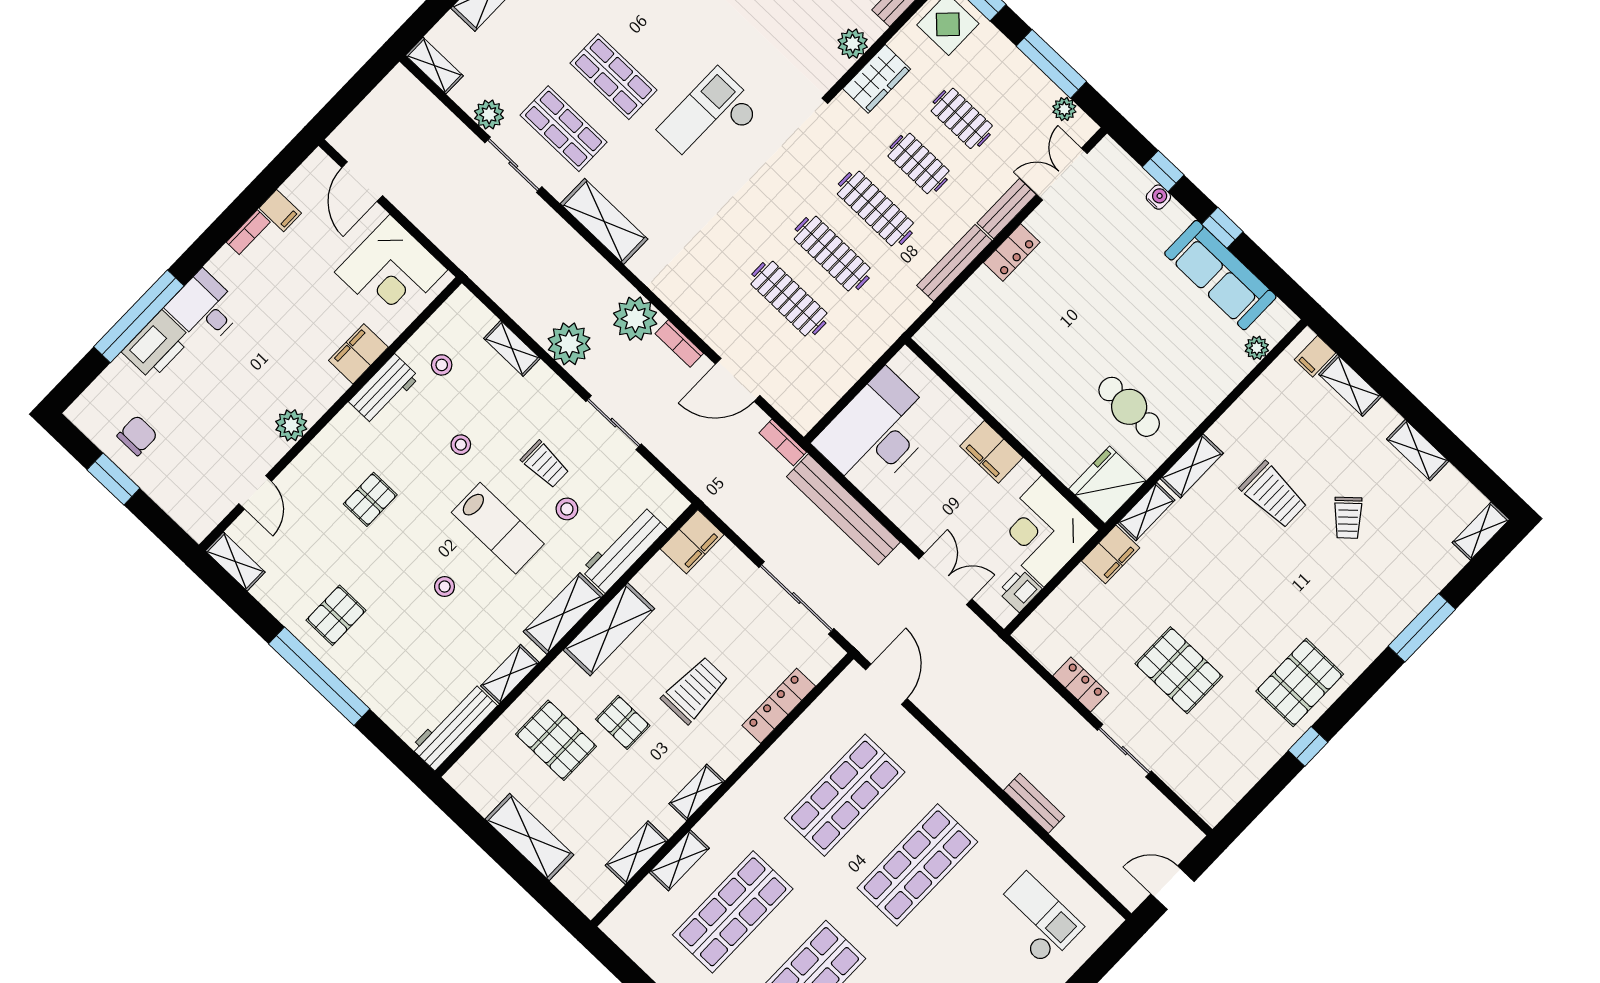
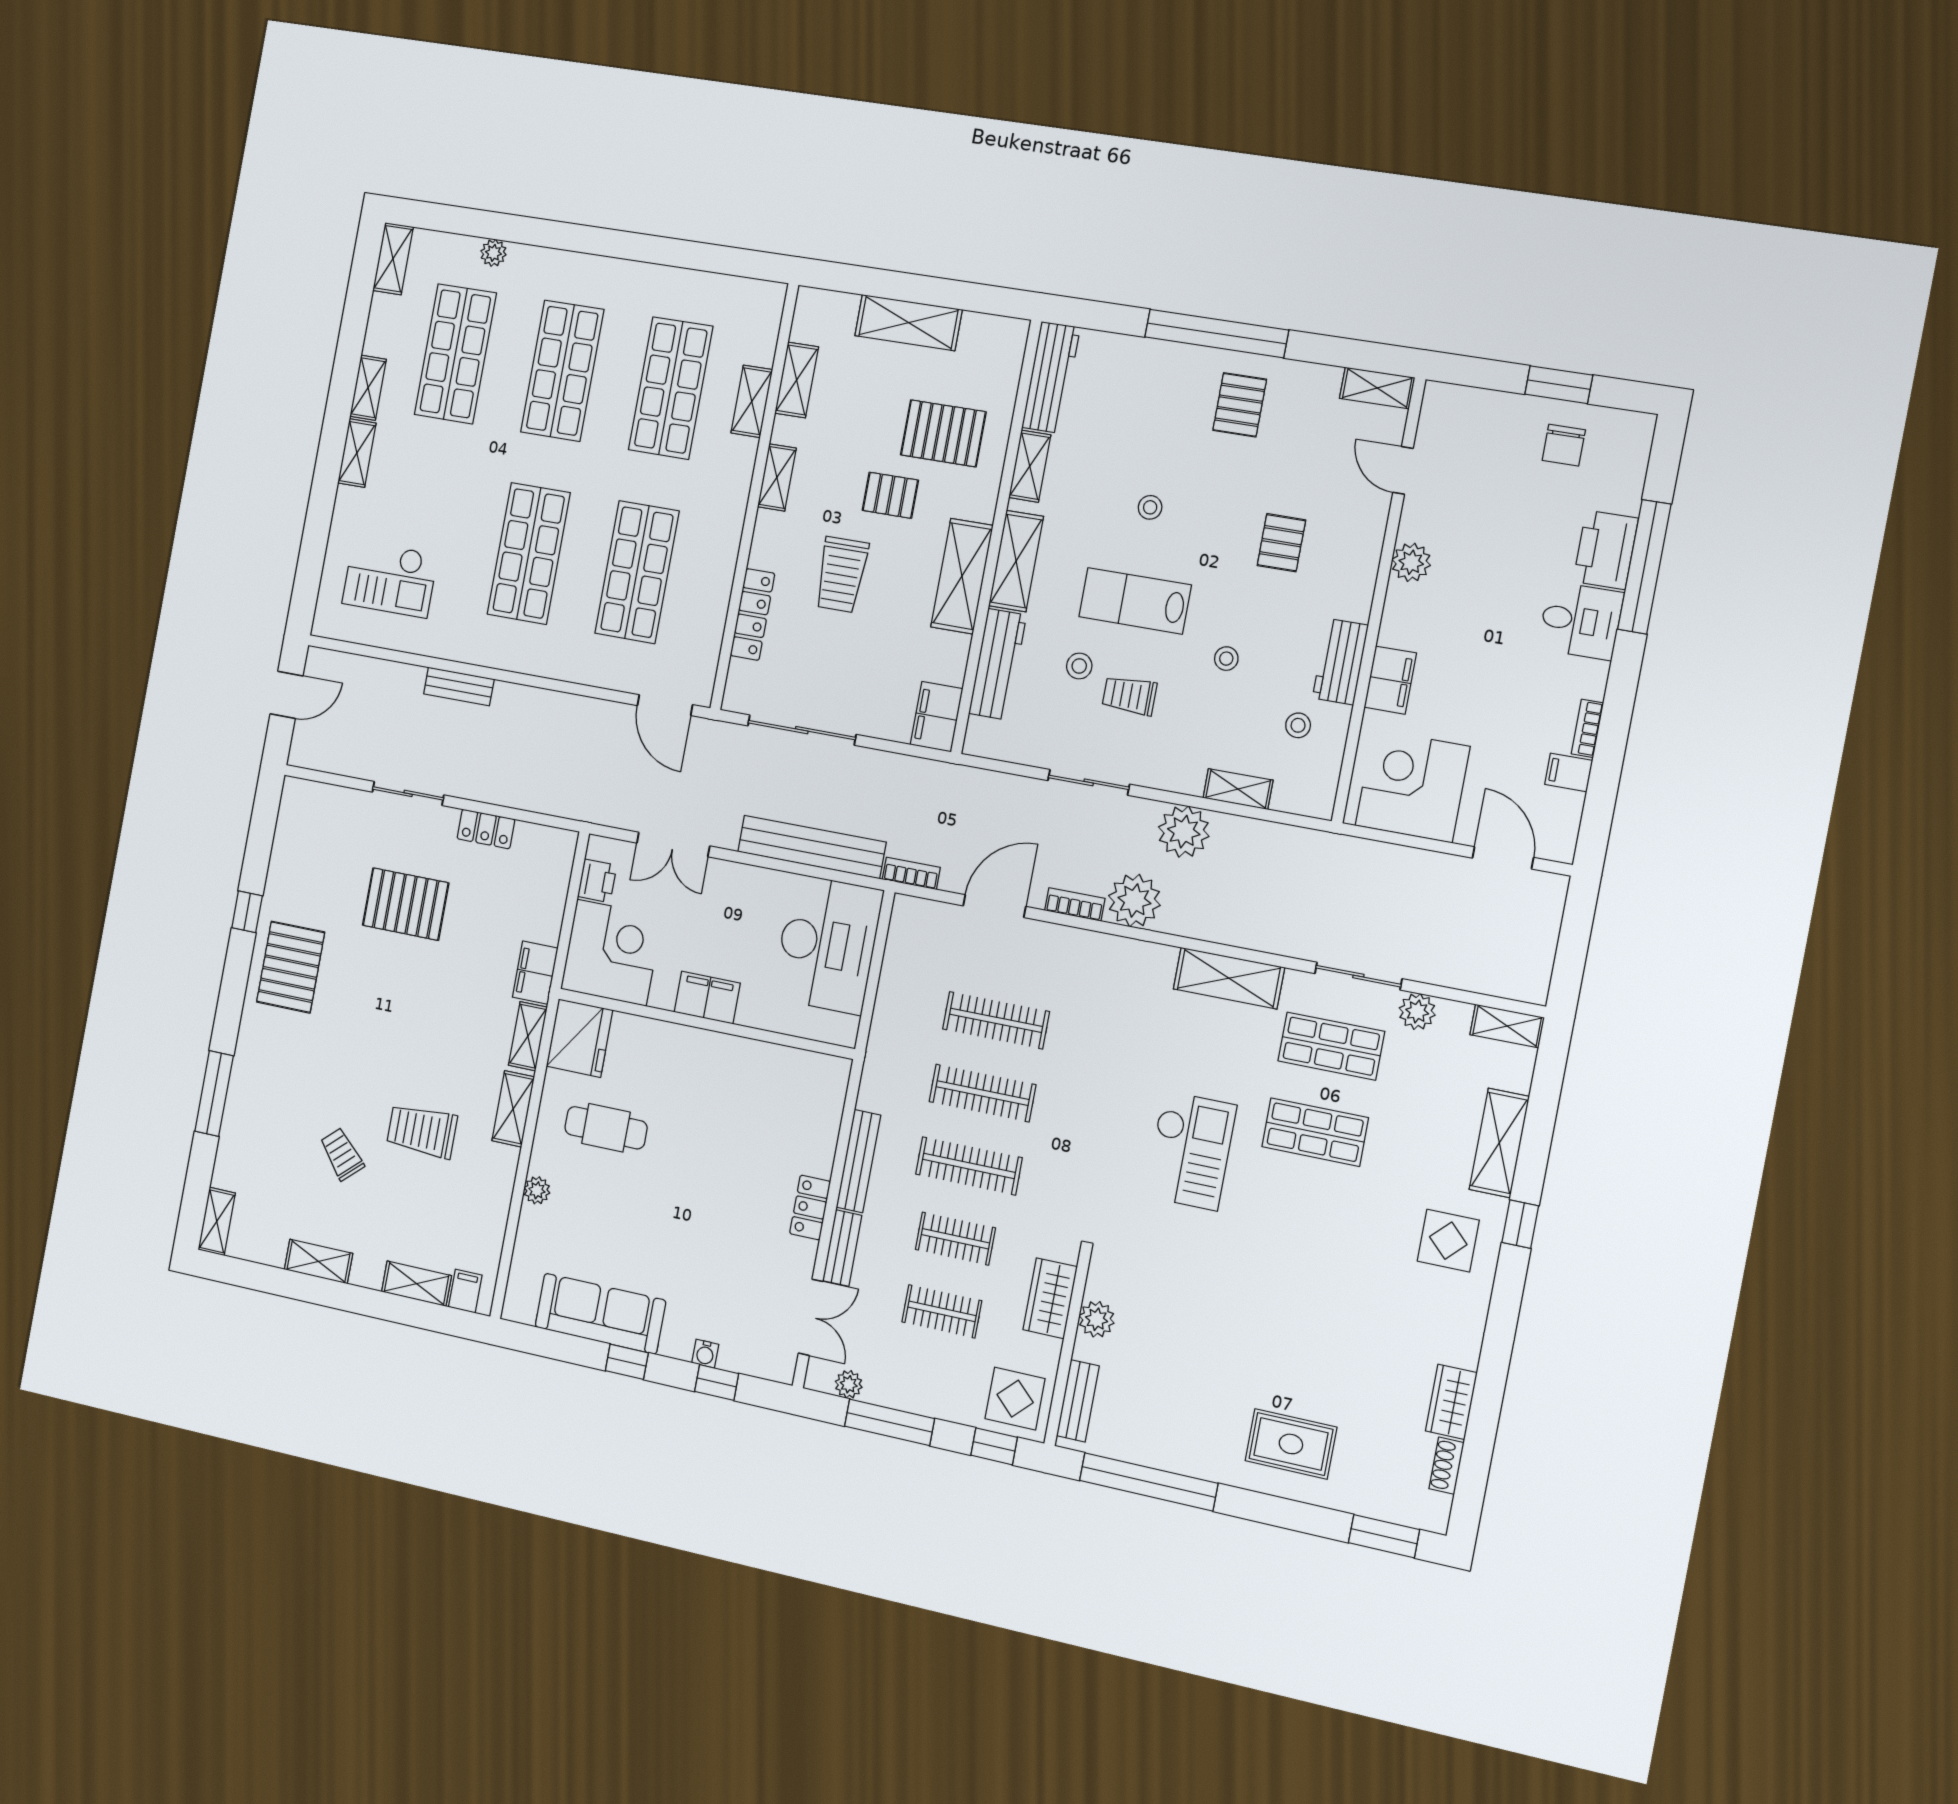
plant: (1257, 348) -> (537, 1190), moved

